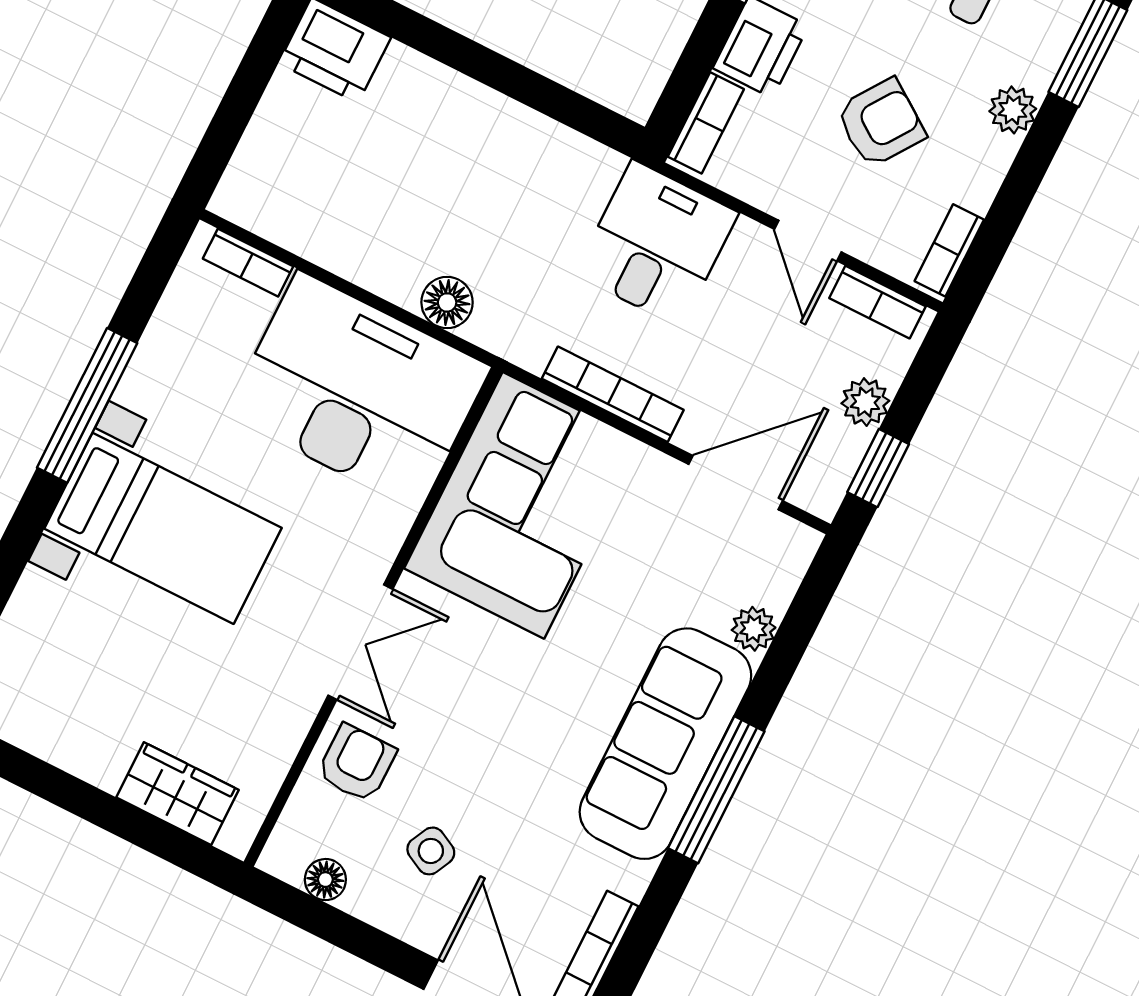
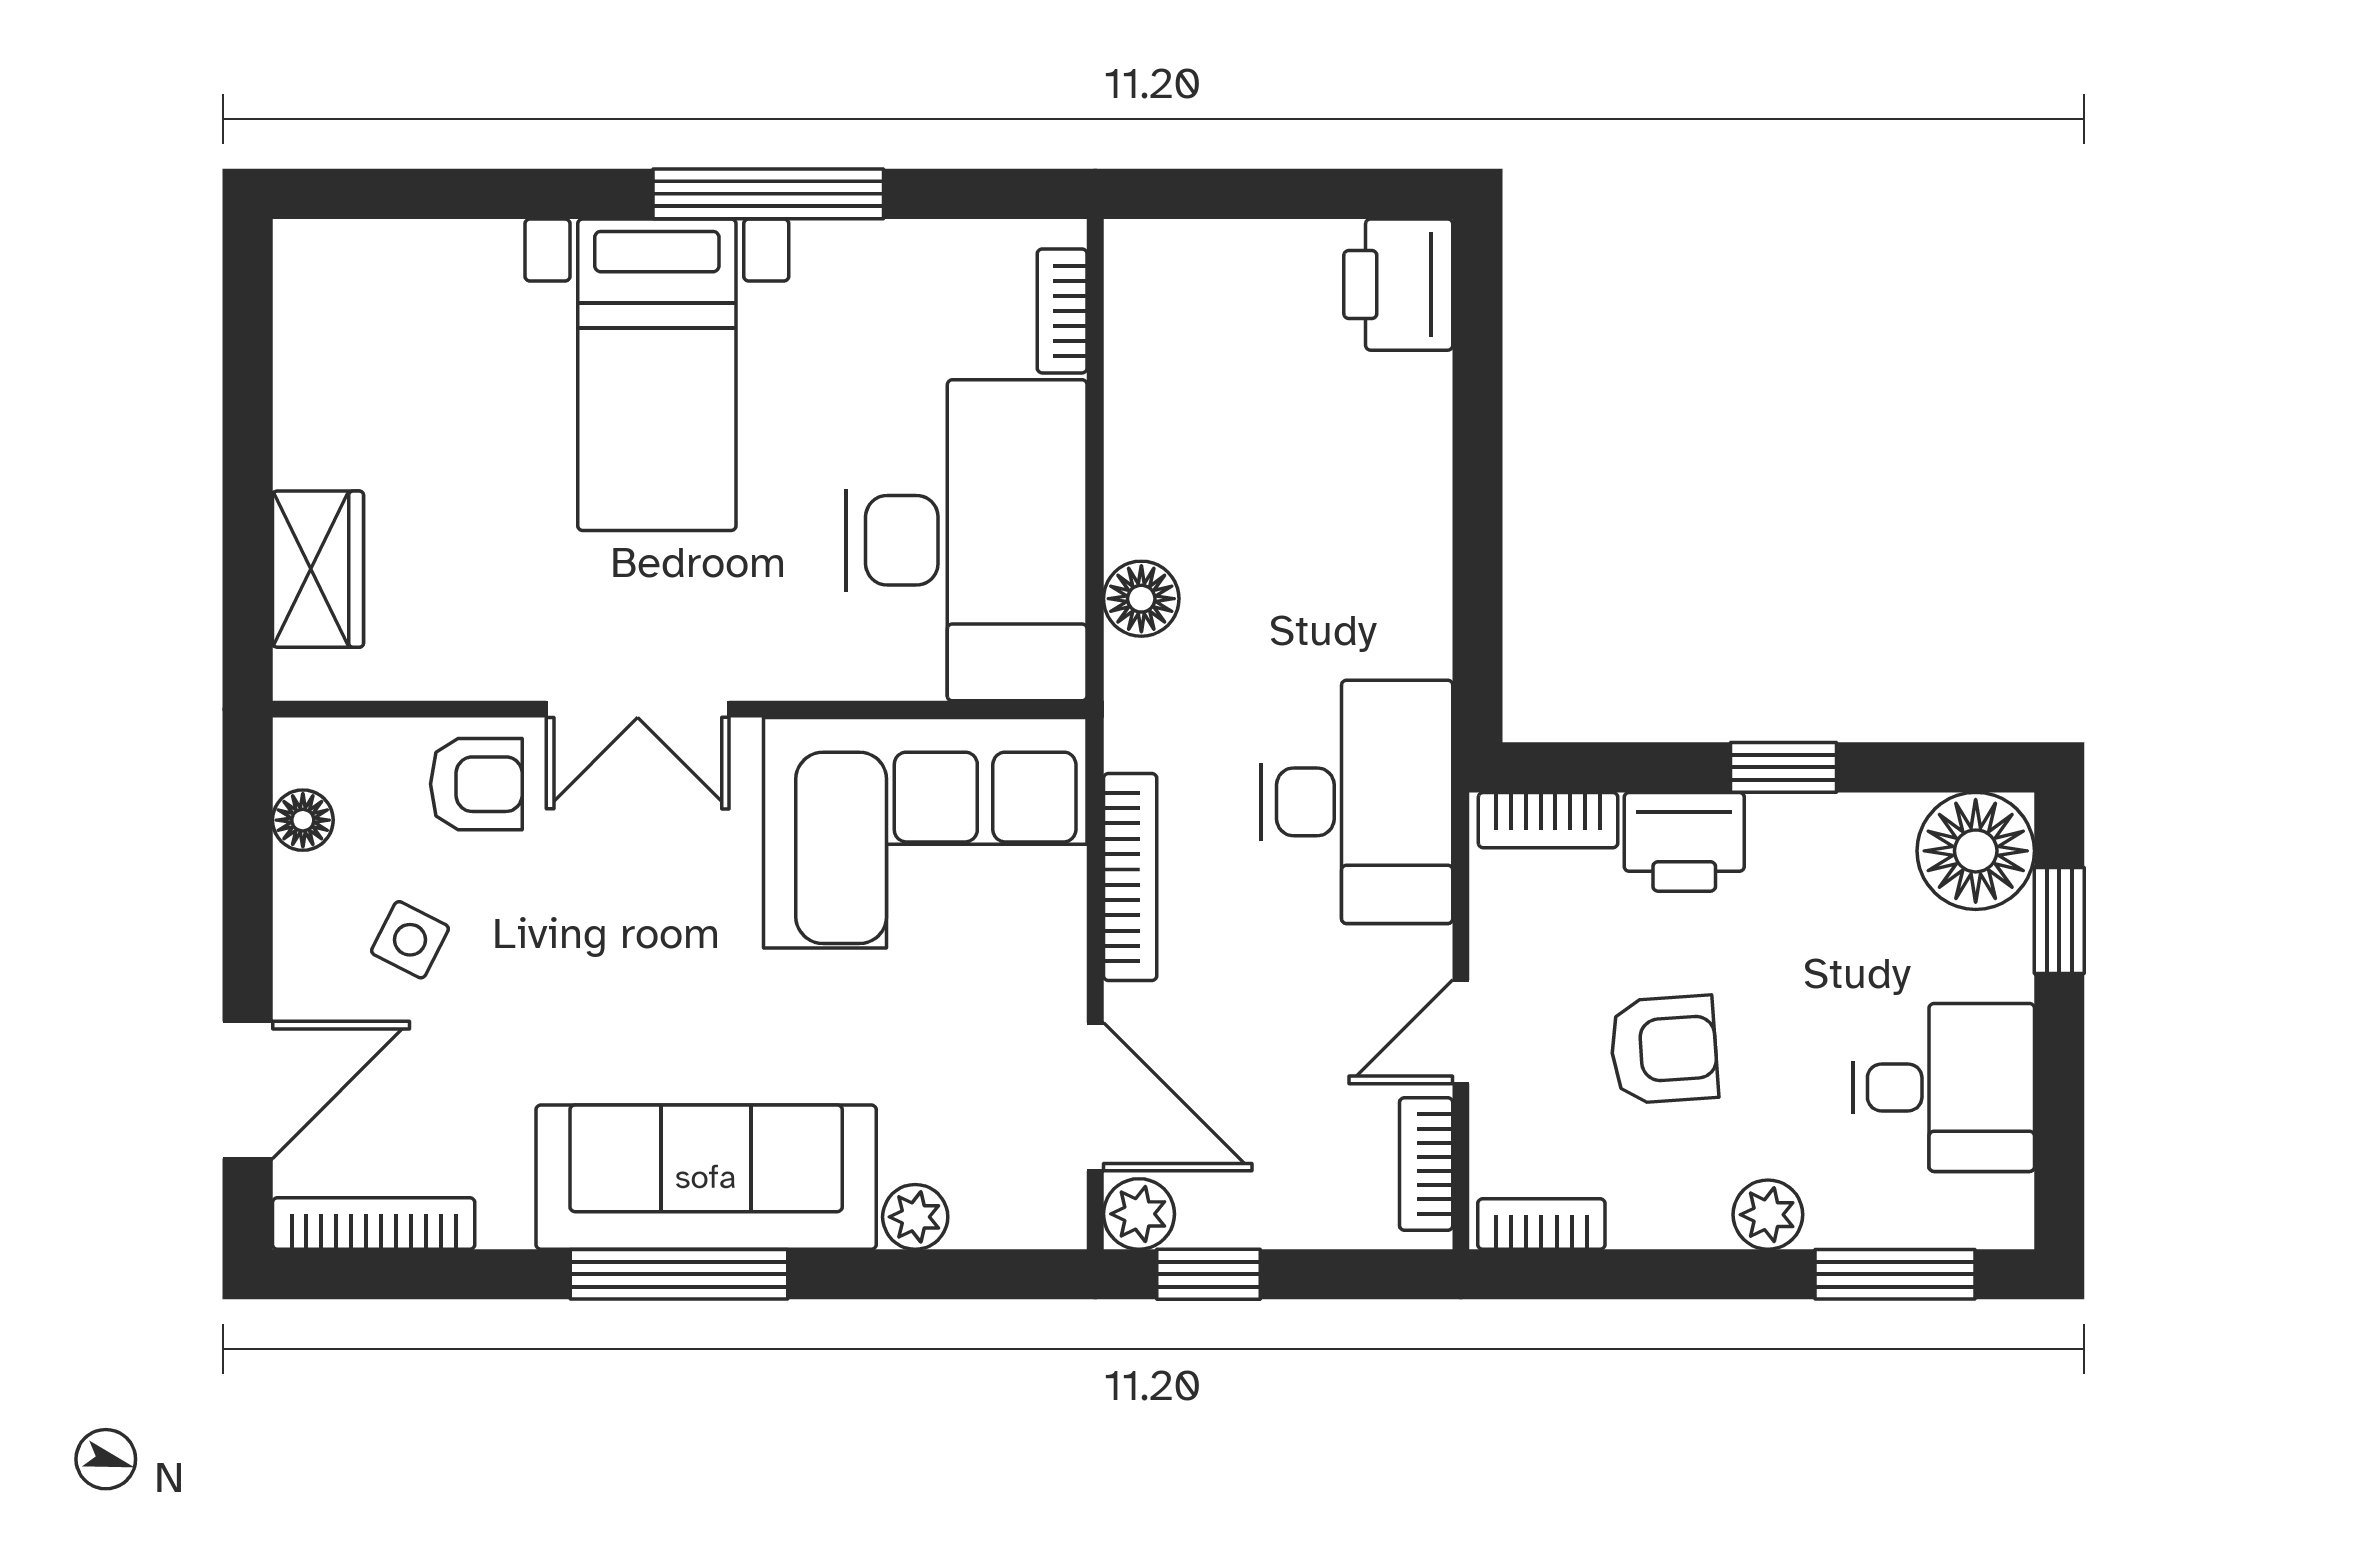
armchair: (881, 123) -> (1664, 1050), turned -39
desk: (656, 244) -> (1357, 802), width x1.37
plant: (865, 402) -> (1139, 1214), moved

